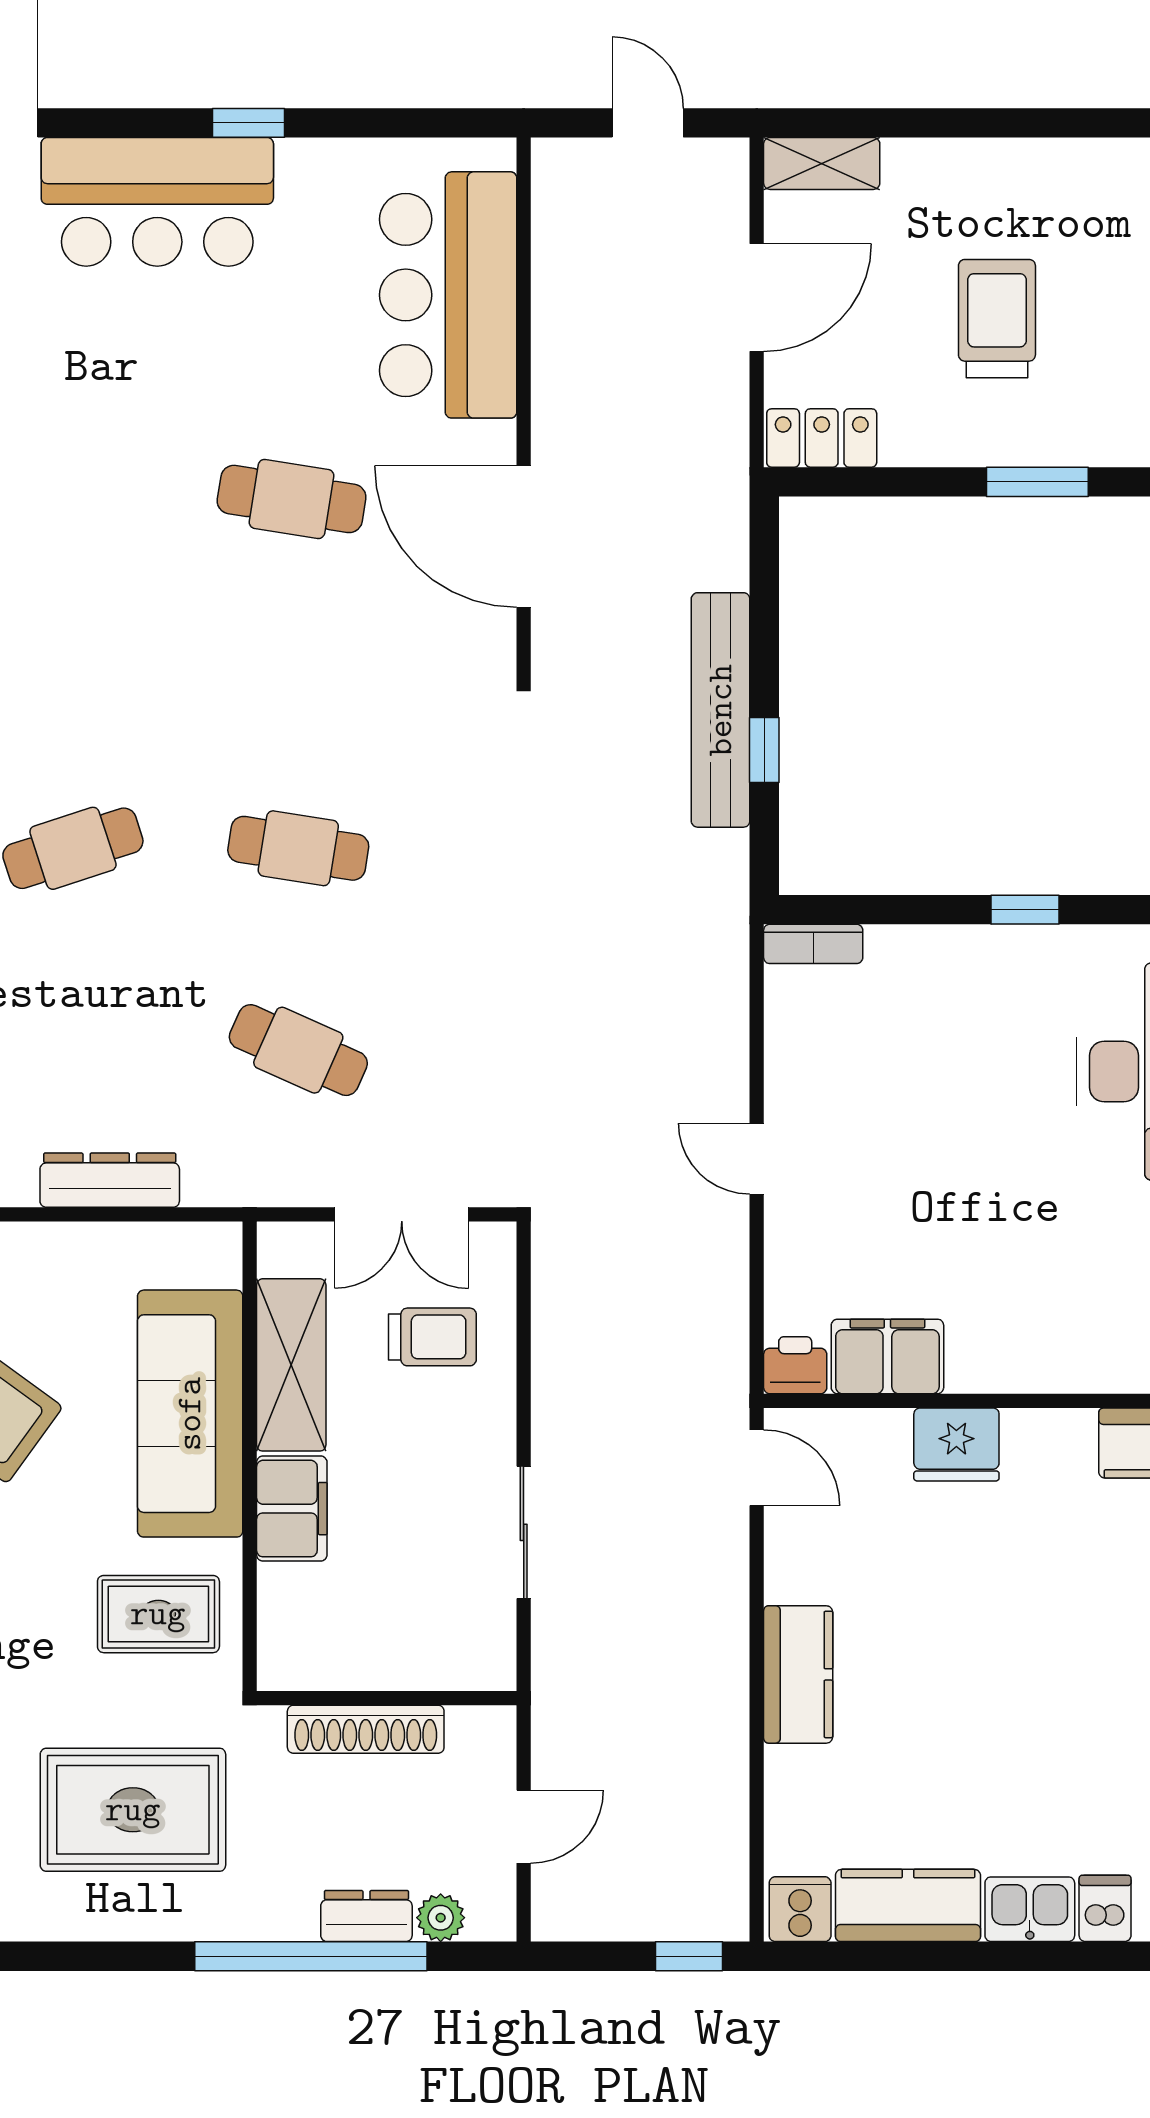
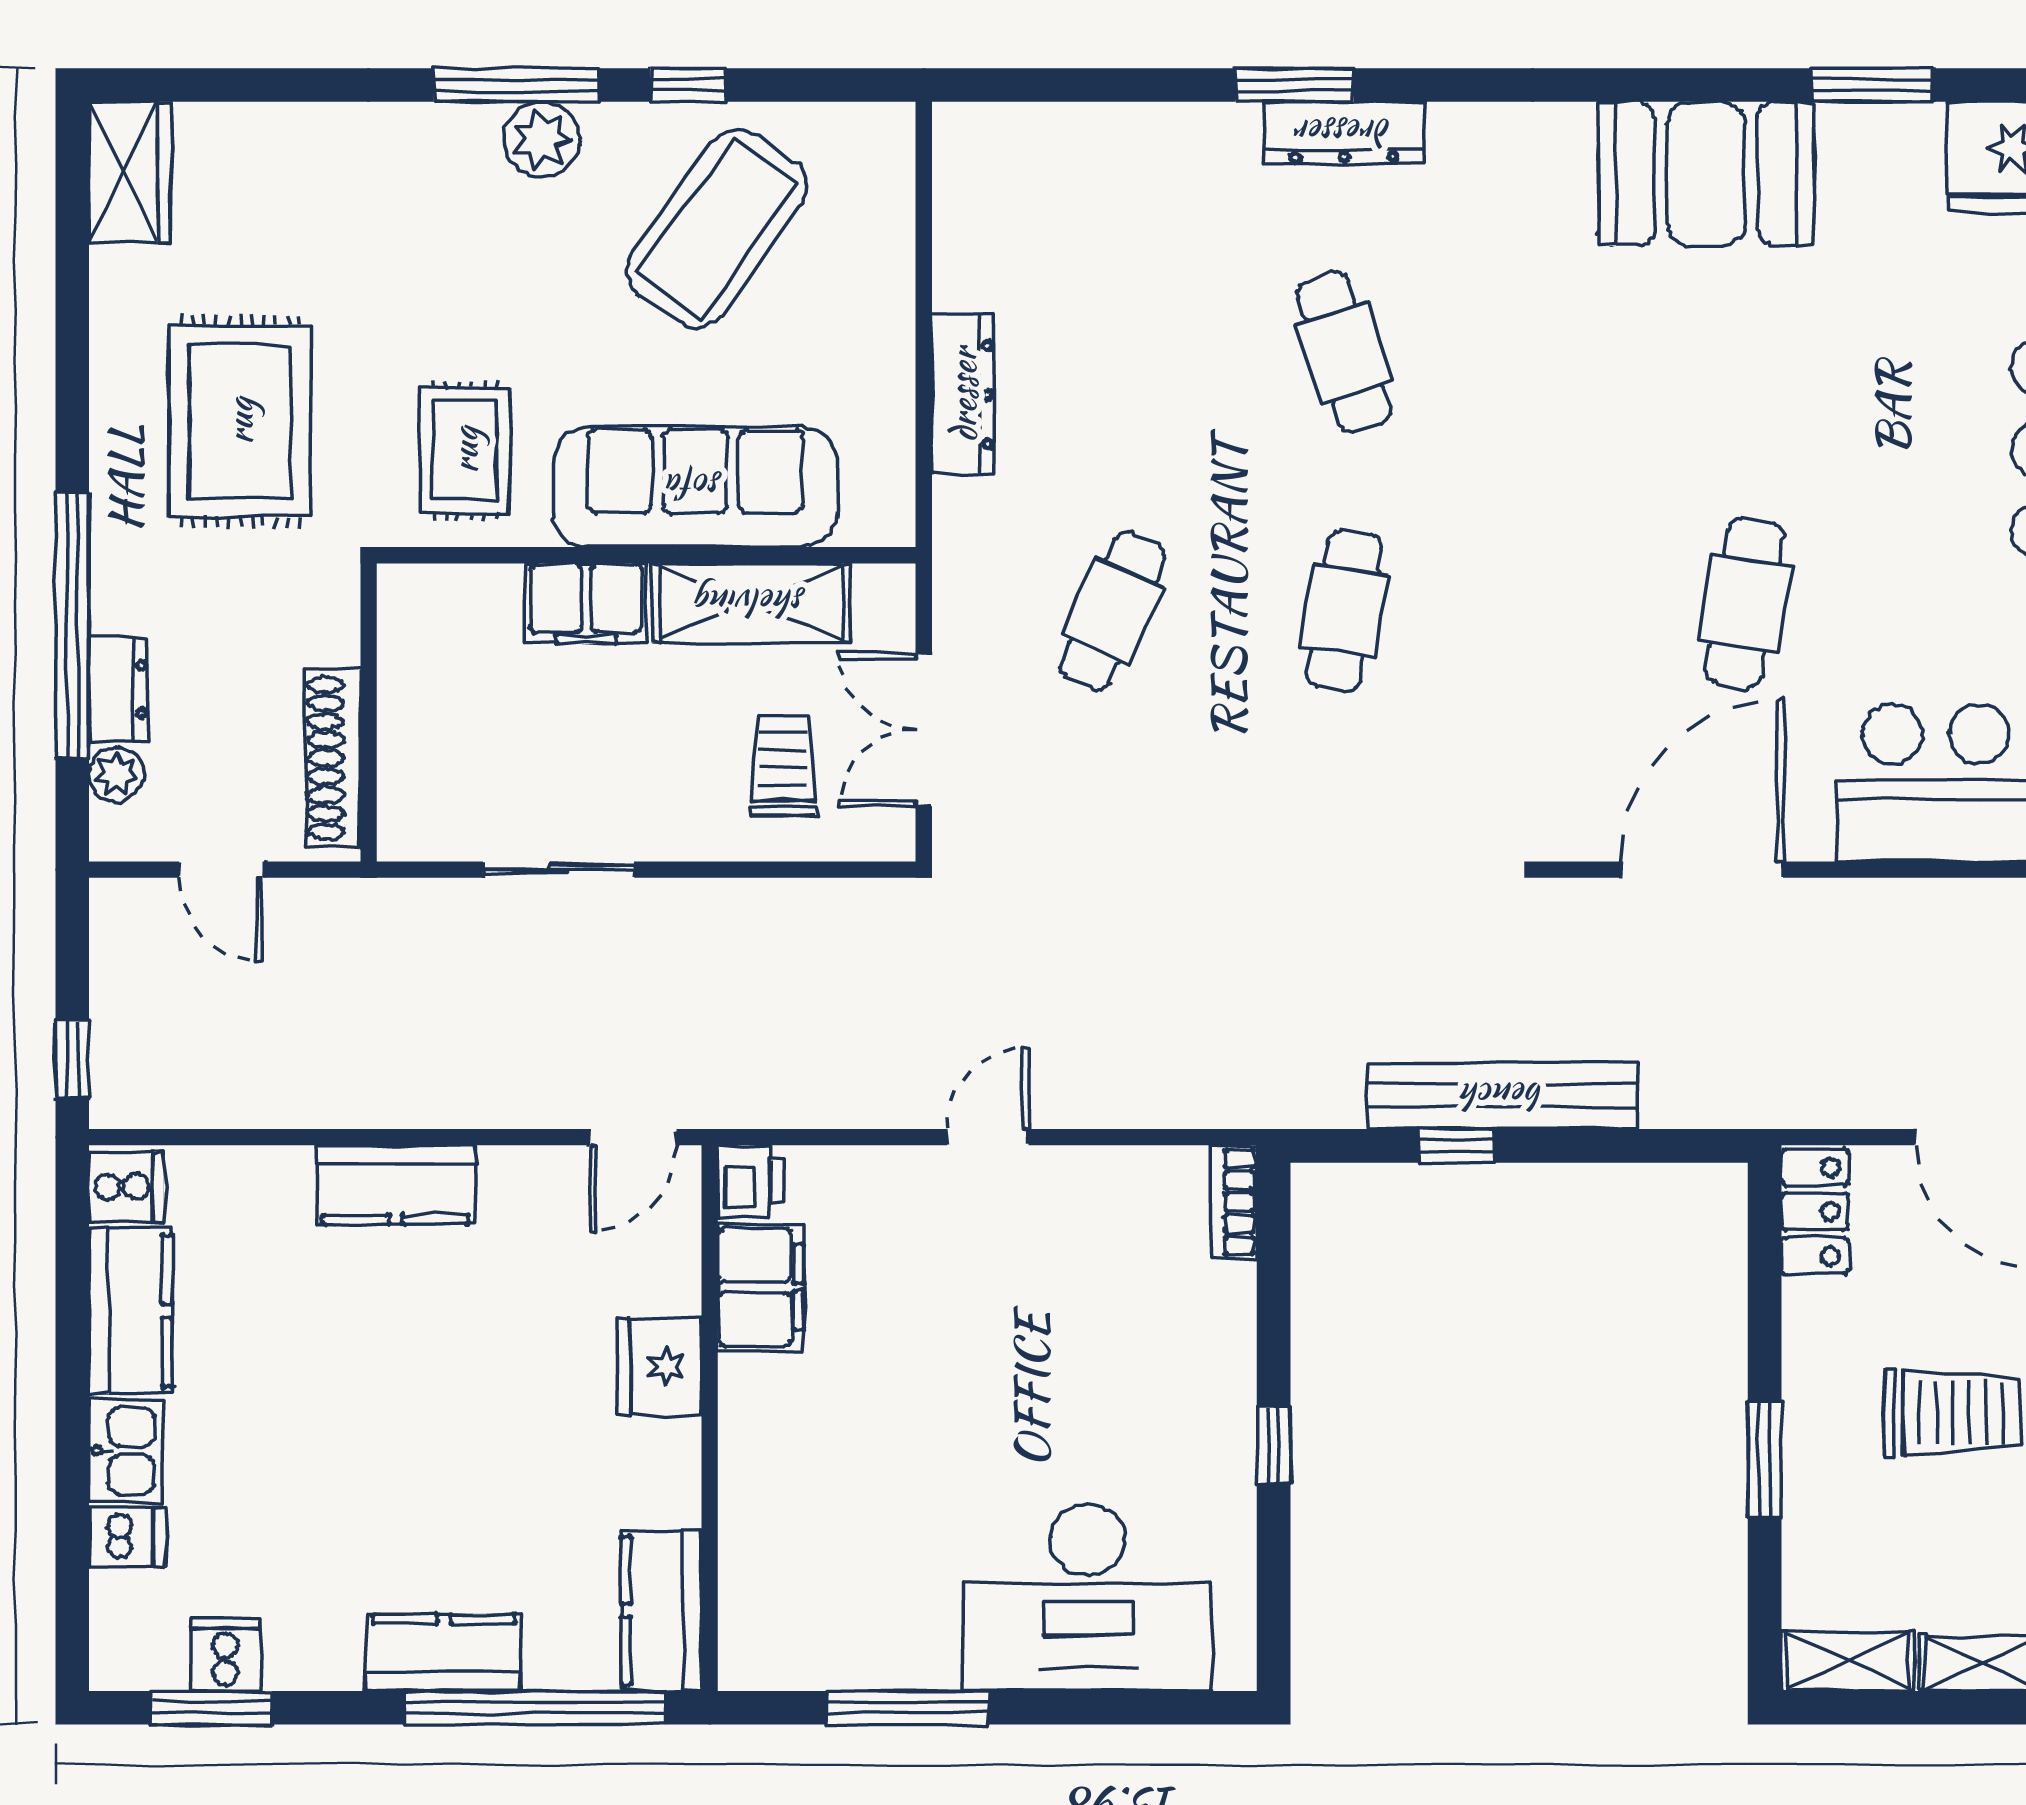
trolley: (432, 1337) -> (783, 765), turned 180
shoe rack: (366, 1729) -> (333, 758), moved

